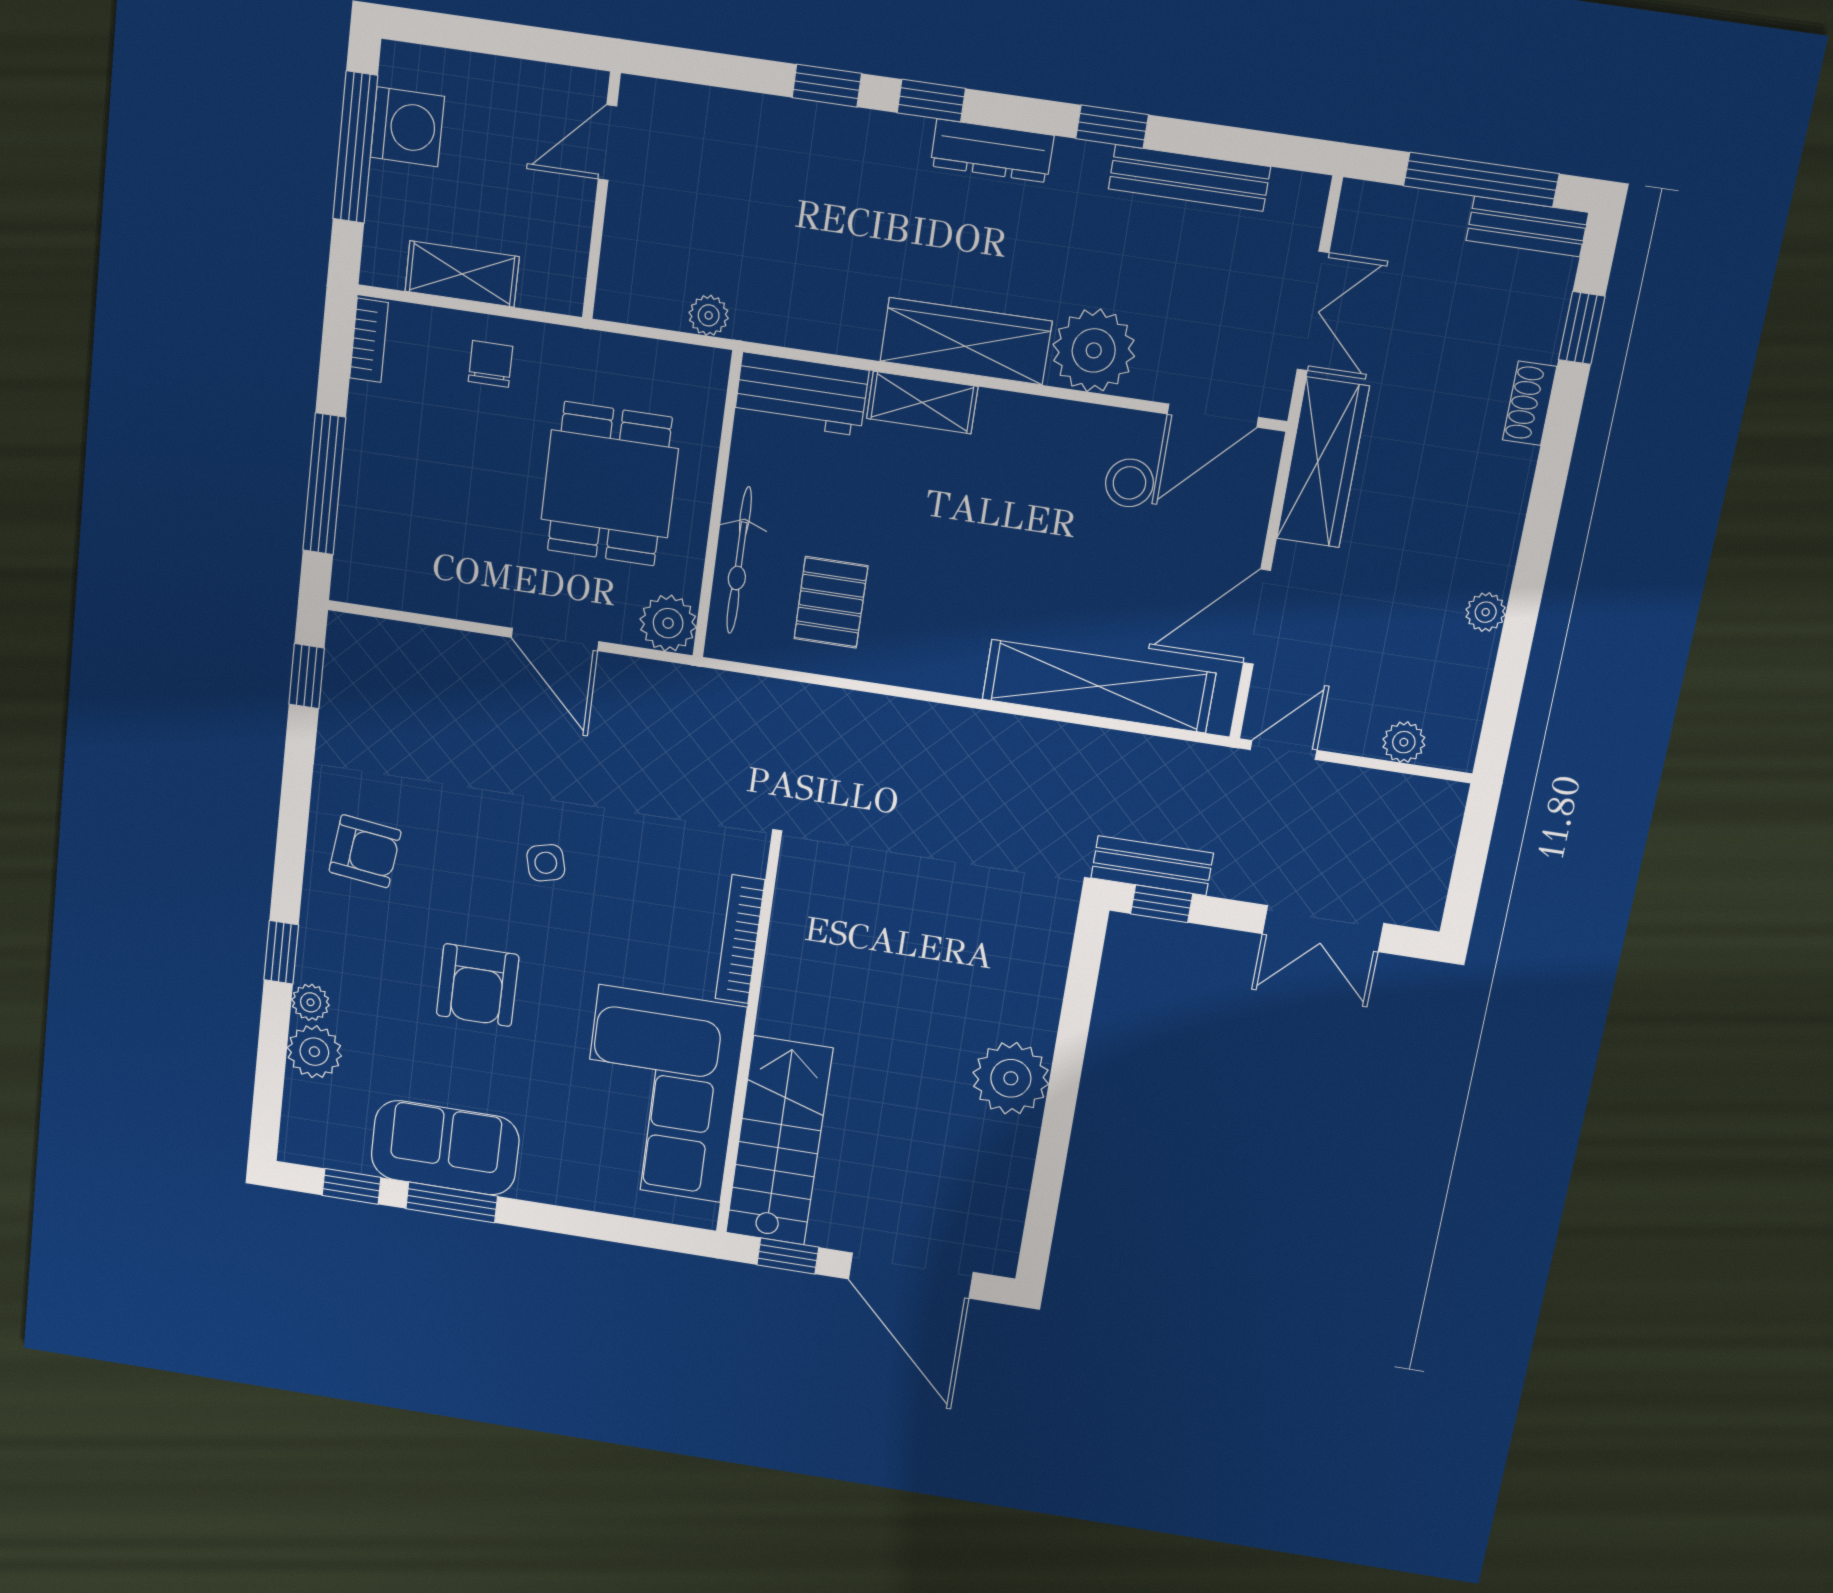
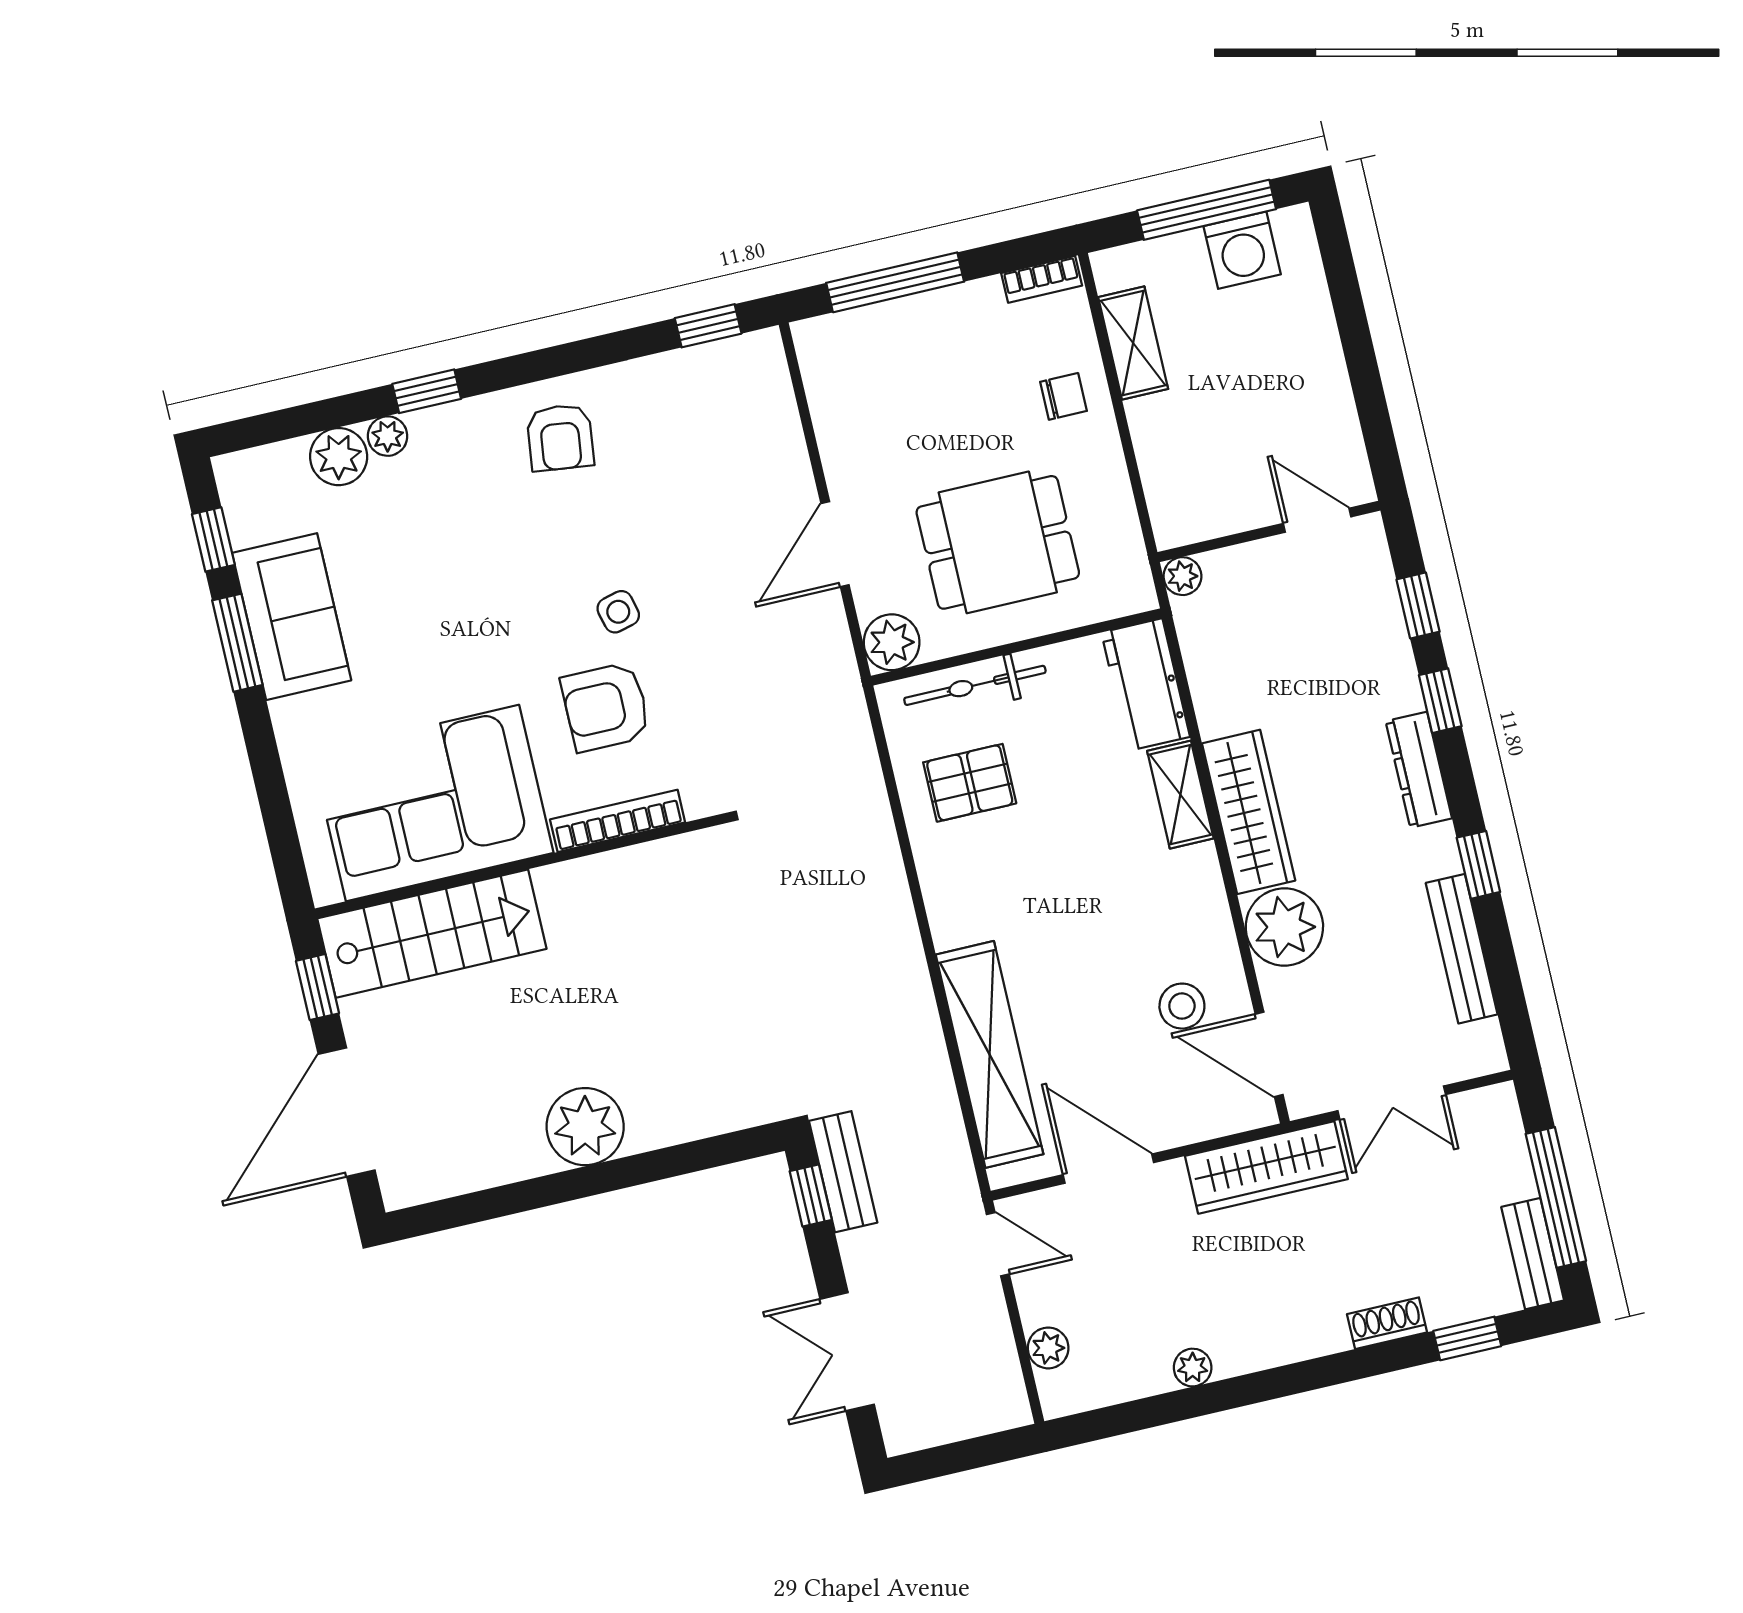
door: (607, 143) -> (1317, 520), moved
wall: (601, 197) -> (1269, 531), moved
armchair: (478, 985) -> (606, 707), moved

